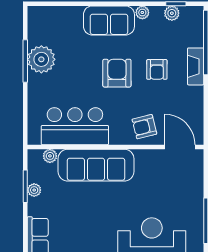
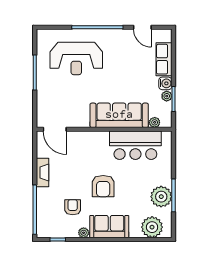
plant: (172, 13) -> (152, 227), moved, width x1.88, depth x1.88
fireplace: (196, 66) -> (43, 173), moved
armchair: (157, 69) -> (73, 207), moved
armchair: (144, 127) -> (82, 145), removed
water cooler: (36, 207) -> (165, 83), added

